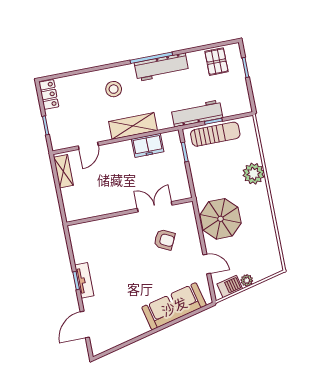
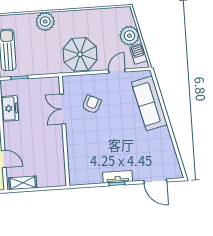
plant: (247, 280) -> (129, 36), width x1.88, depth x1.88

